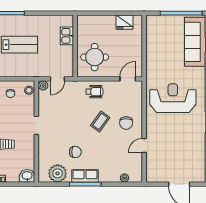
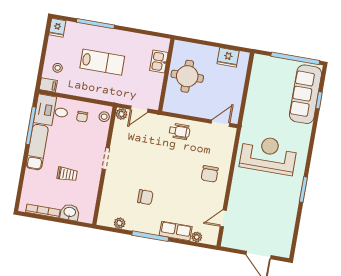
round table: (95, 57) -> (187, 76), moved
coffee table: (100, 122) -> (180, 167), removed
door: (144, 146) -> (223, 218), moved
plant: (58, 173) -> (120, 223), width x0.53, depth x0.53
washbasin: (27, 176) -> (70, 212), moved
row of seats: (85, 176) -> (176, 231), moved

